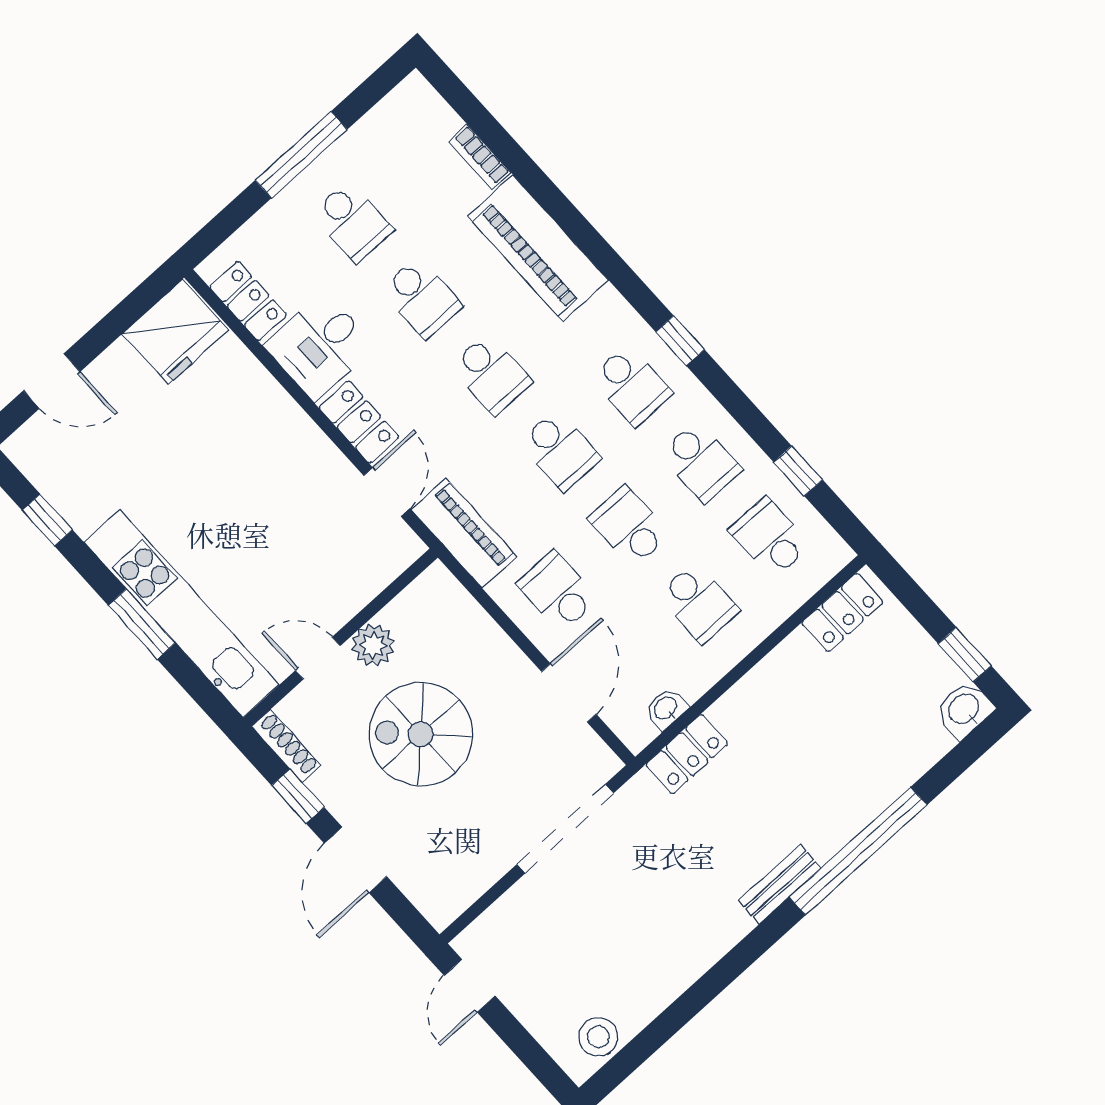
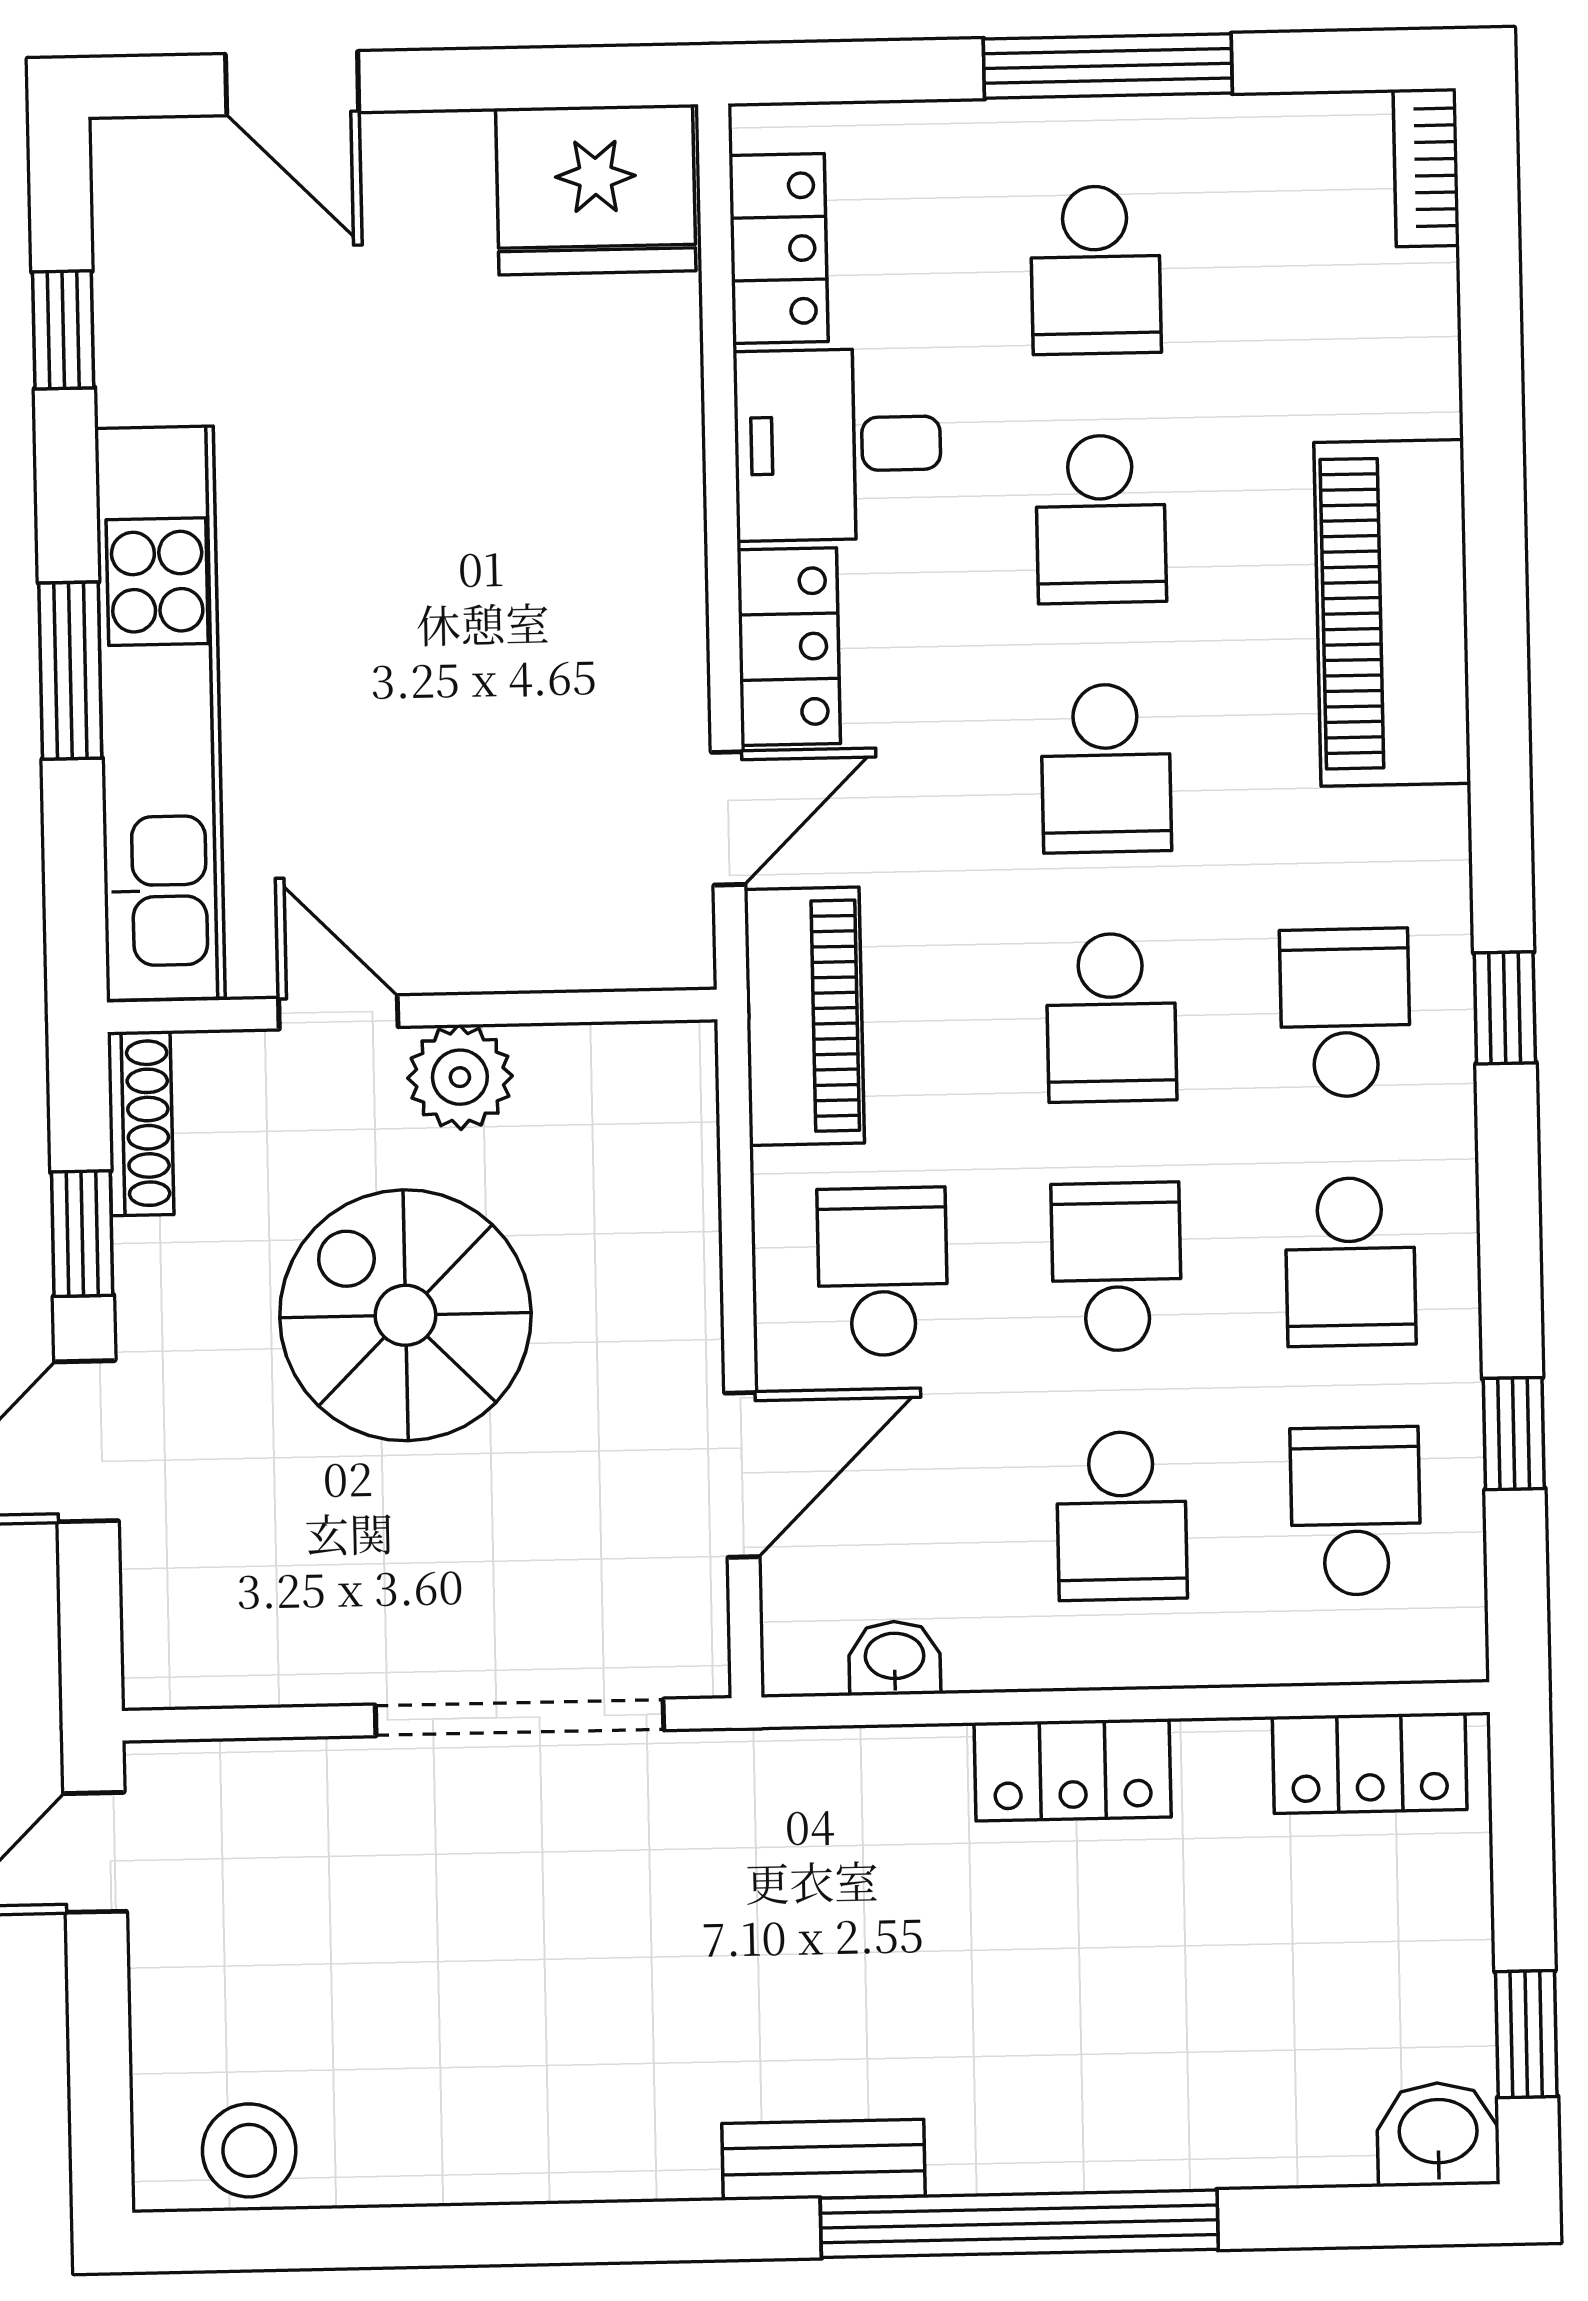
bookcase: (479, 157) -> (1426, 168), moved
school desk: (632, 385) -> (1345, 1013), turned 180
locker: (687, 754) -> (1073, 1770), moved

